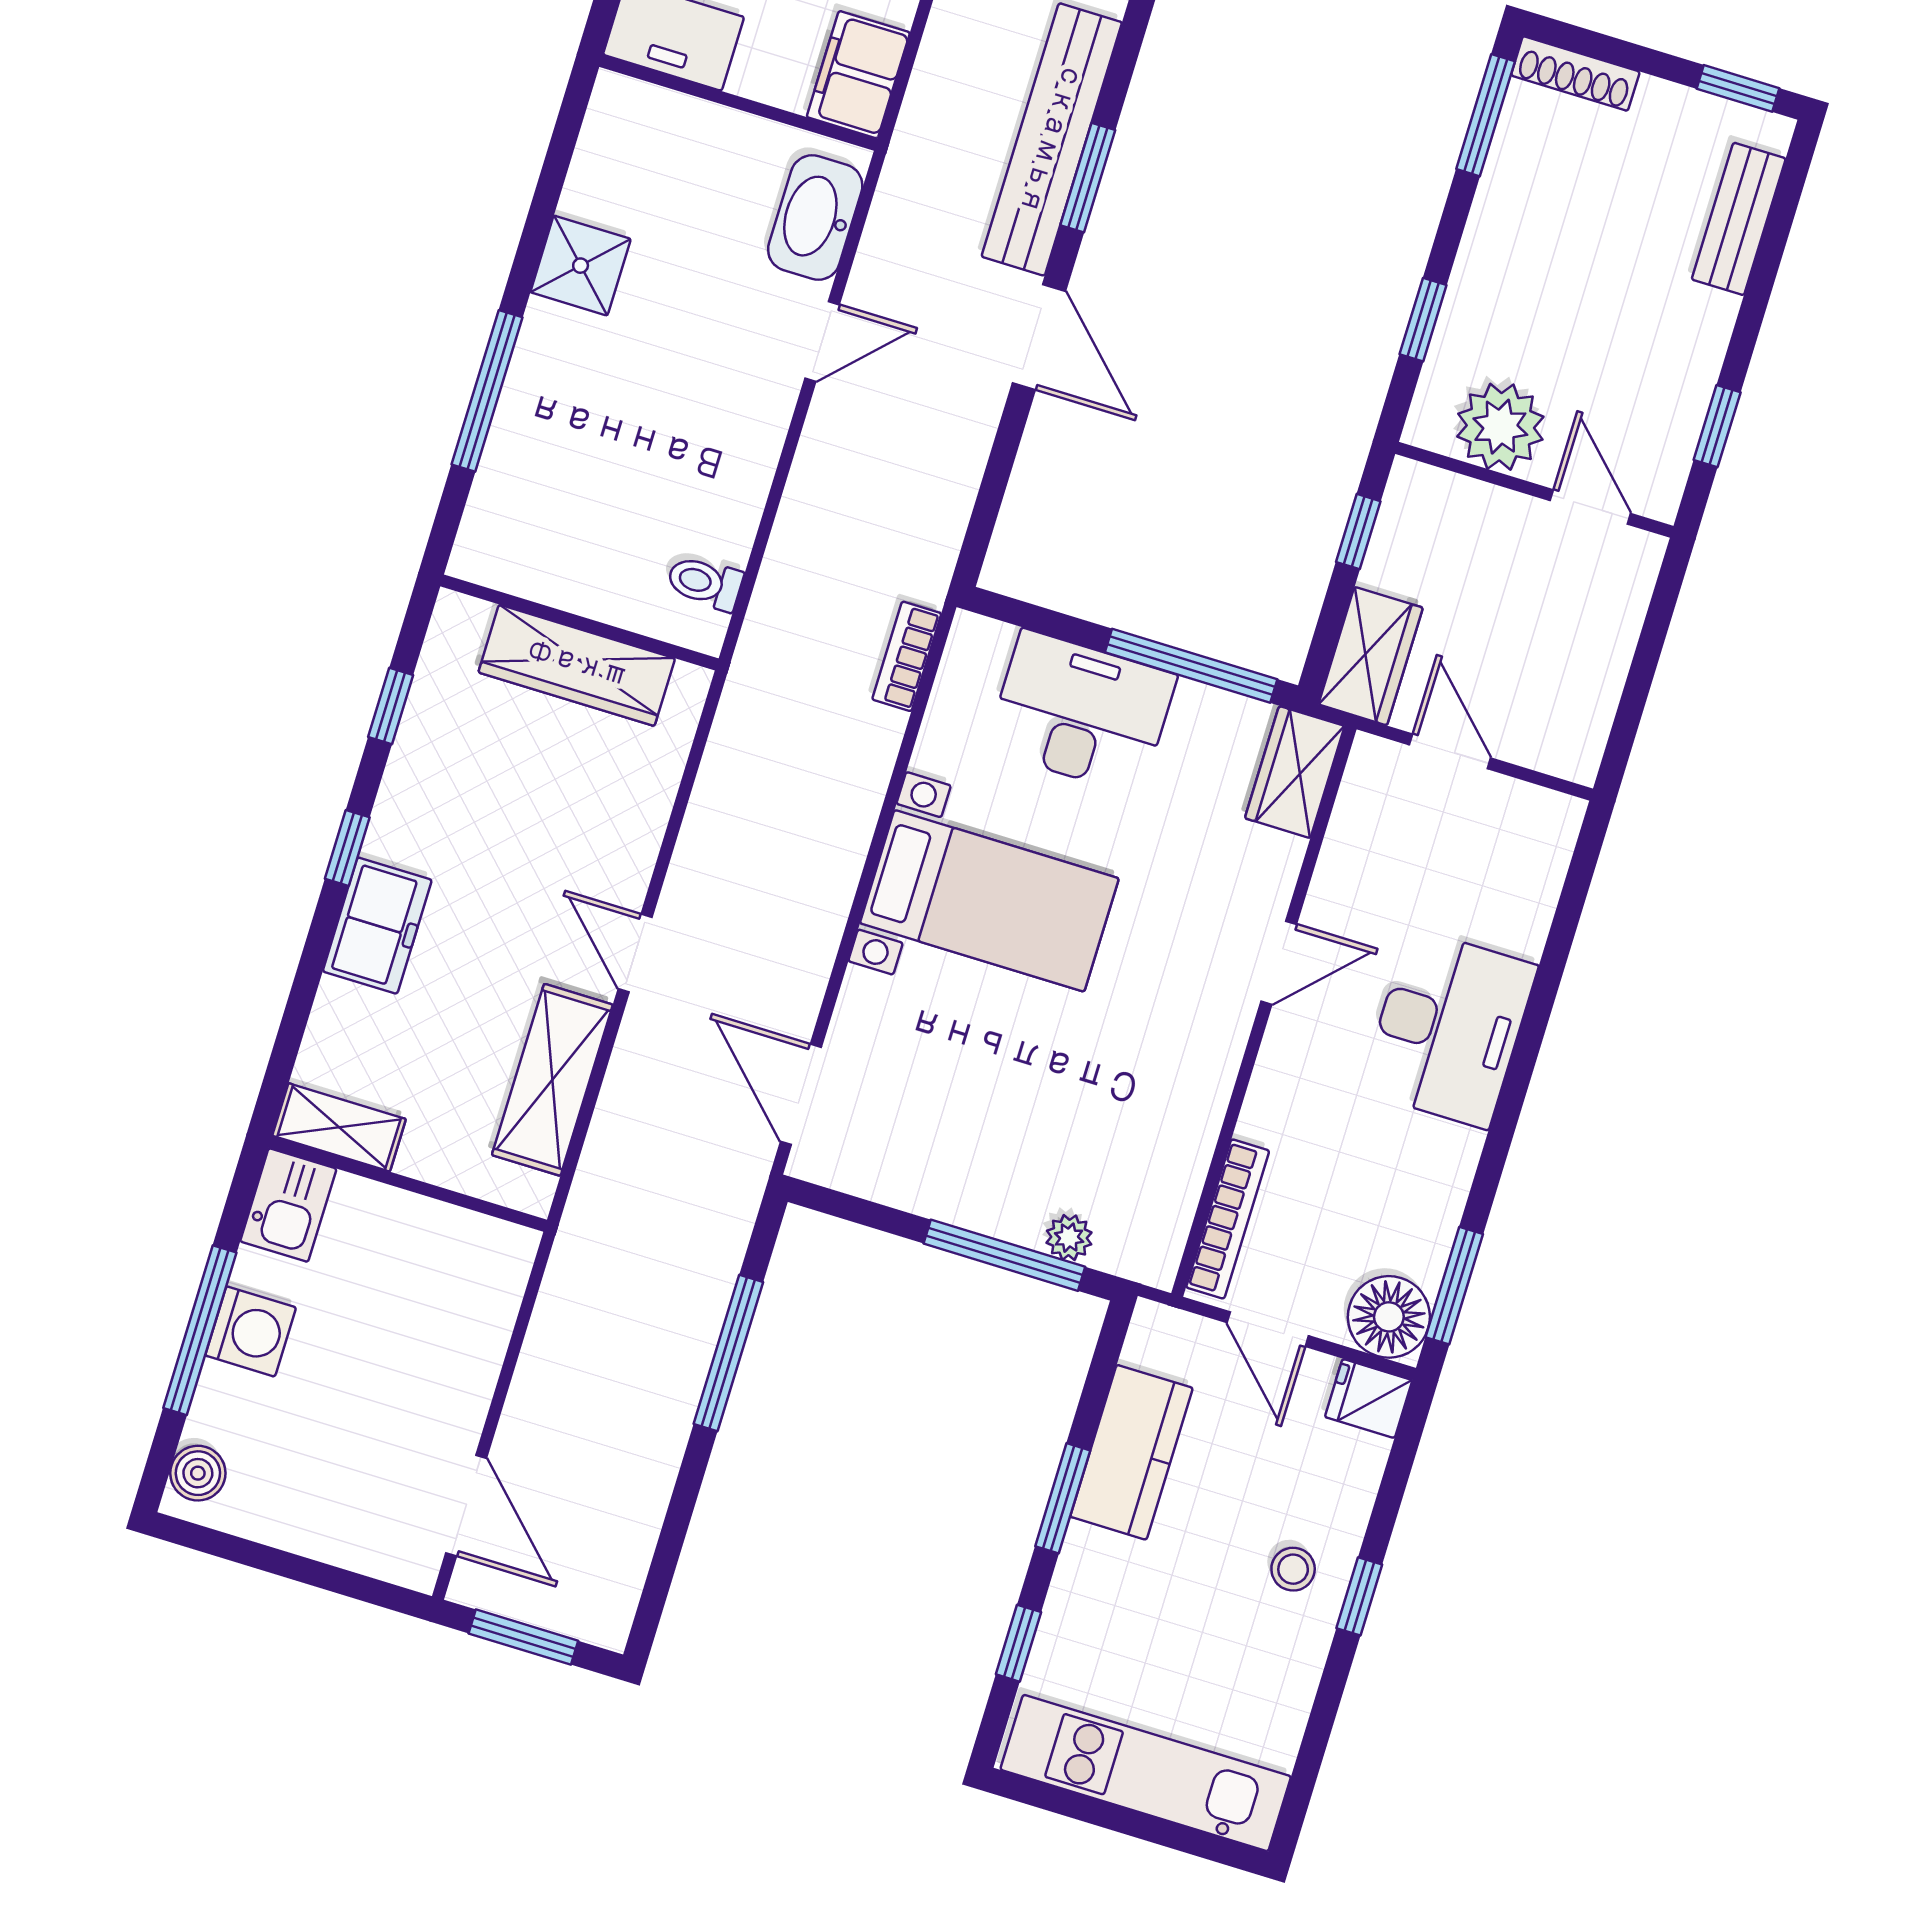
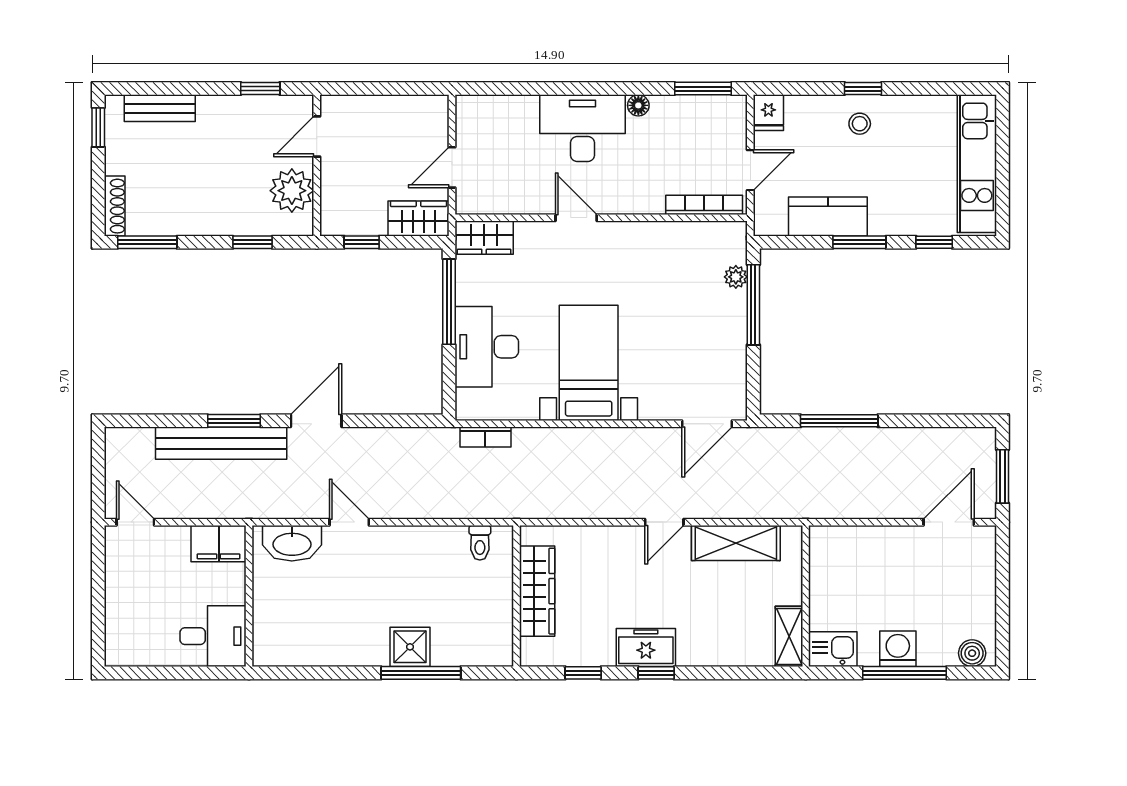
shower: (581, 266) -> (410, 647), moved
freezer: (377, 926) -> (646, 648), moved
floor lamp: (1389, 1317) -> (638, 105), moved, width x0.53, depth x0.53

